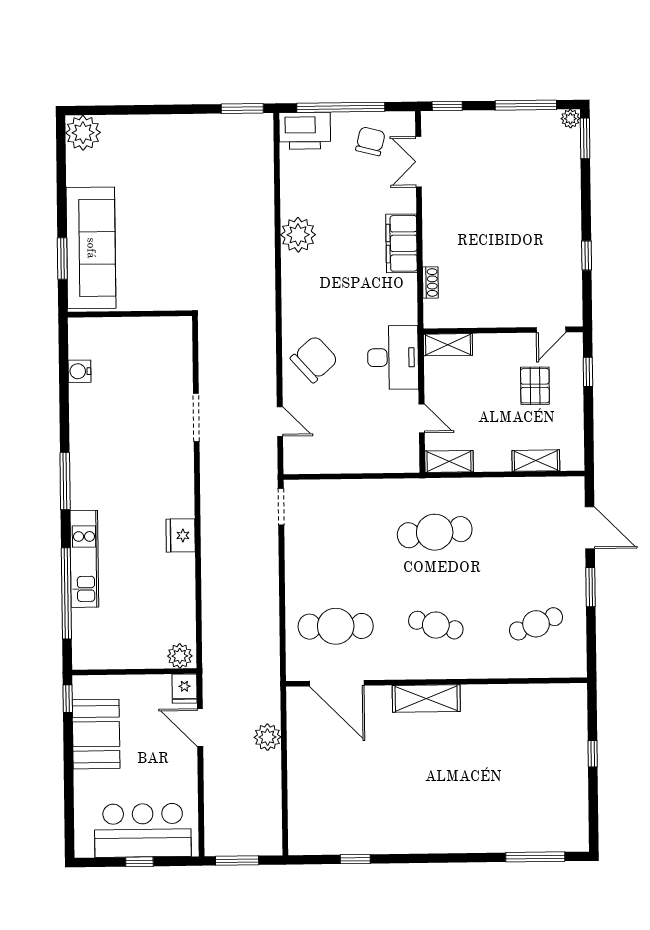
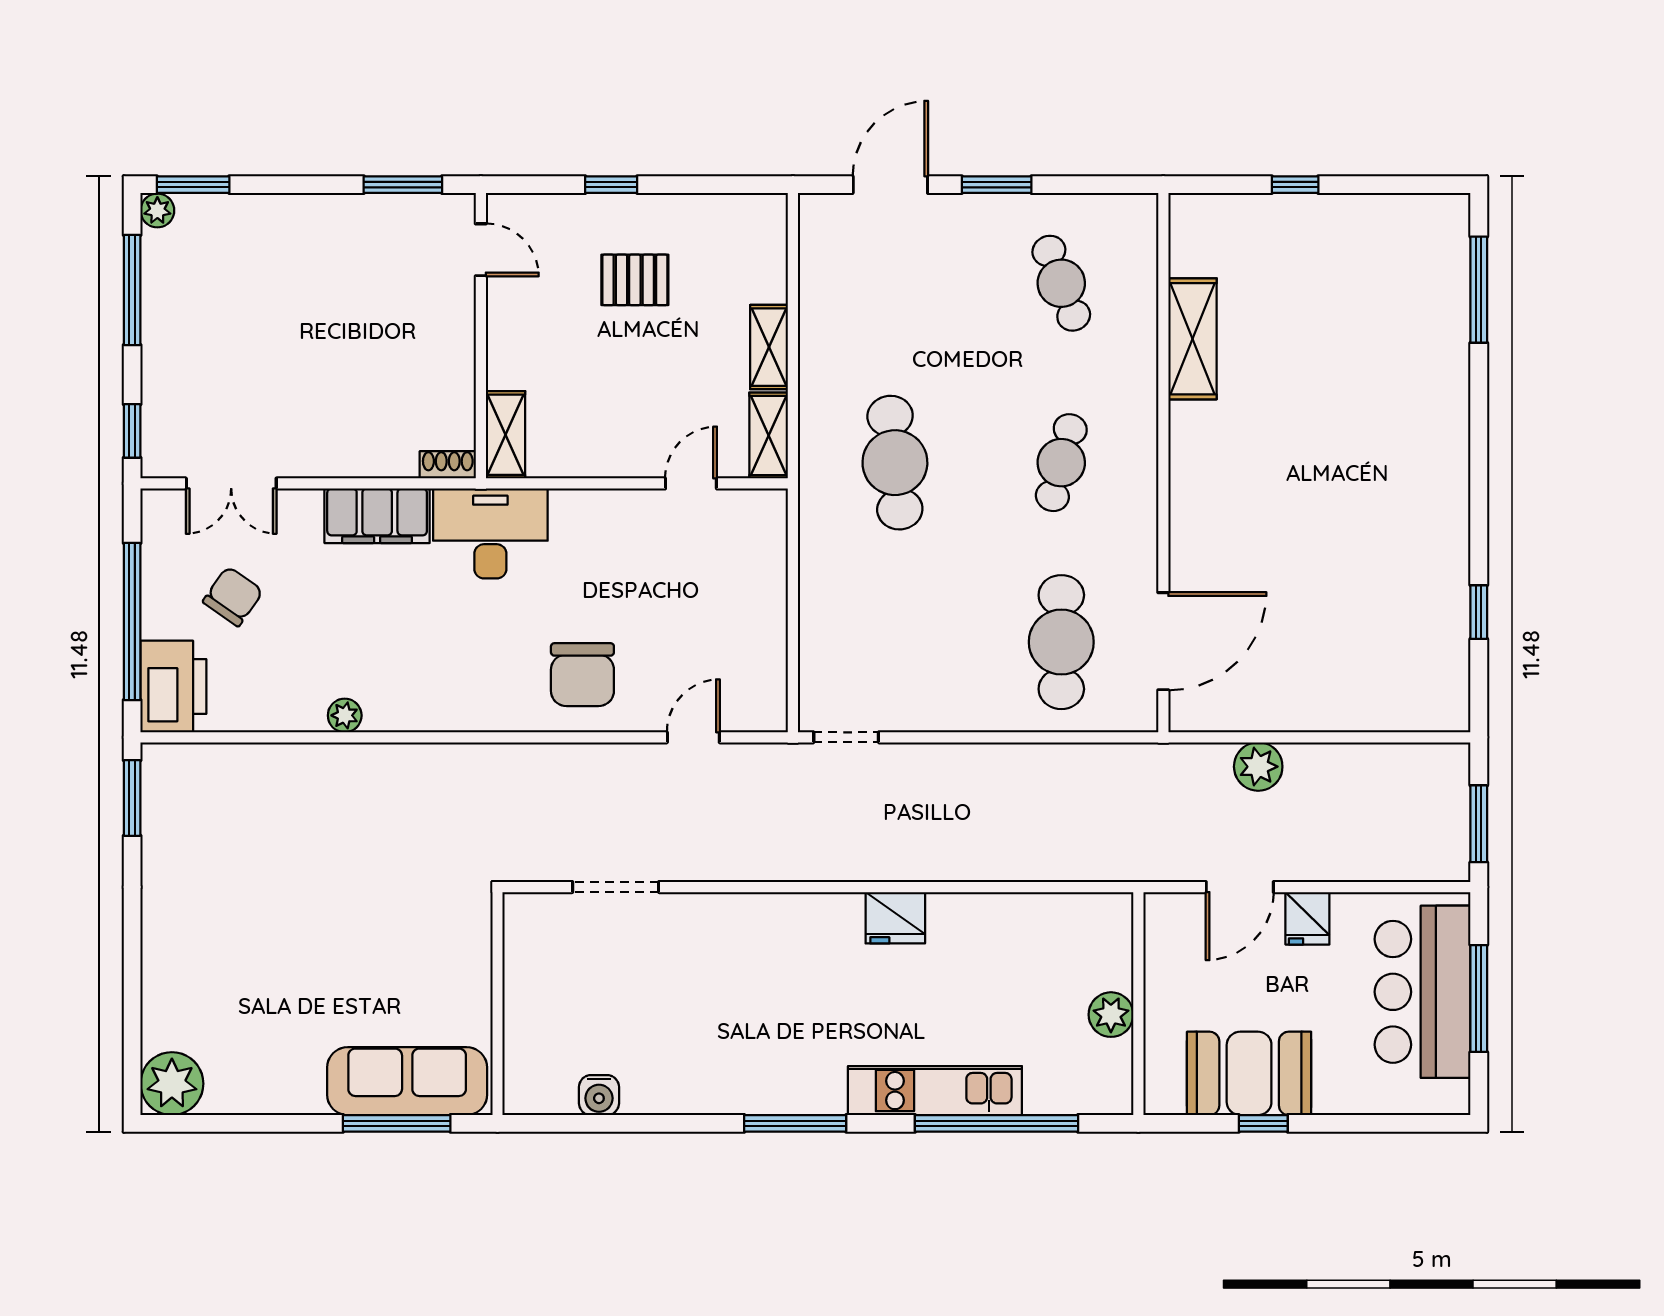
chair: (370, 141) -> (233, 596), moved, turned 111
plant: (298, 235) -> (345, 715), width x0.53, depth x0.53
sofa: (91, 248) -> (407, 1081), width x0.74, depth x0.79
window: (587, 256) -> (403, 185), width x1.50
window: (62, 258) -> (397, 1123), width x1.44
wall: (503, 330) -> (481, 336), moved
door: (551, 330) -> (481, 250), moved
shelving: (448, 345) -> (505, 435), moved
desk: (393, 357) -> (490, 533), moved
chair: (314, 359) -> (582, 675), turned -138
doorway: (196, 417) -> (616, 887), moved
shelving: (536, 461) -> (769, 347), moved
plant: (180, 656) -> (1111, 1015), moved
fridge: (184, 689) -> (1307, 918), moved, turned 90
shelving: (426, 698) -> (1192, 339), moved
window: (68, 699) -> (1263, 1123), moved
window: (139, 862) -> (1479, 999), width x2.17

